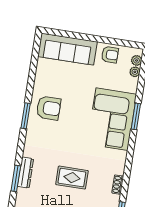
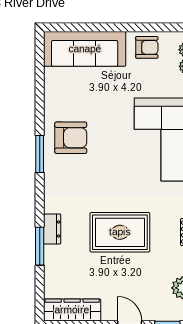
dresser: (25, 173) -> (52, 229), width x0.70
rug: (72, 178) -> (120, 232), width x1.36, depth x1.43

